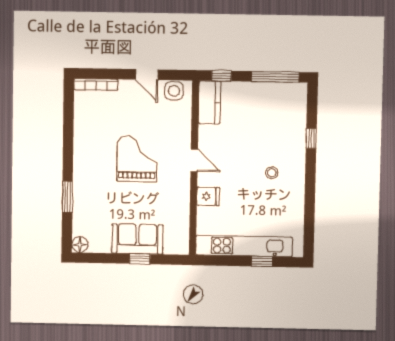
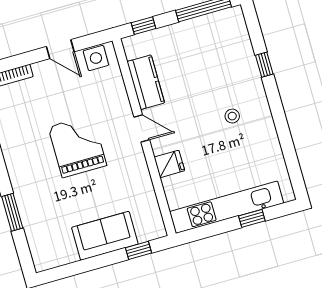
kitchen counter: (209, 103) -> (146, 82), moved
floor lamp: (80, 245) -> (42, 262), removed
window: (140, 259) -> (139, 250), moved

